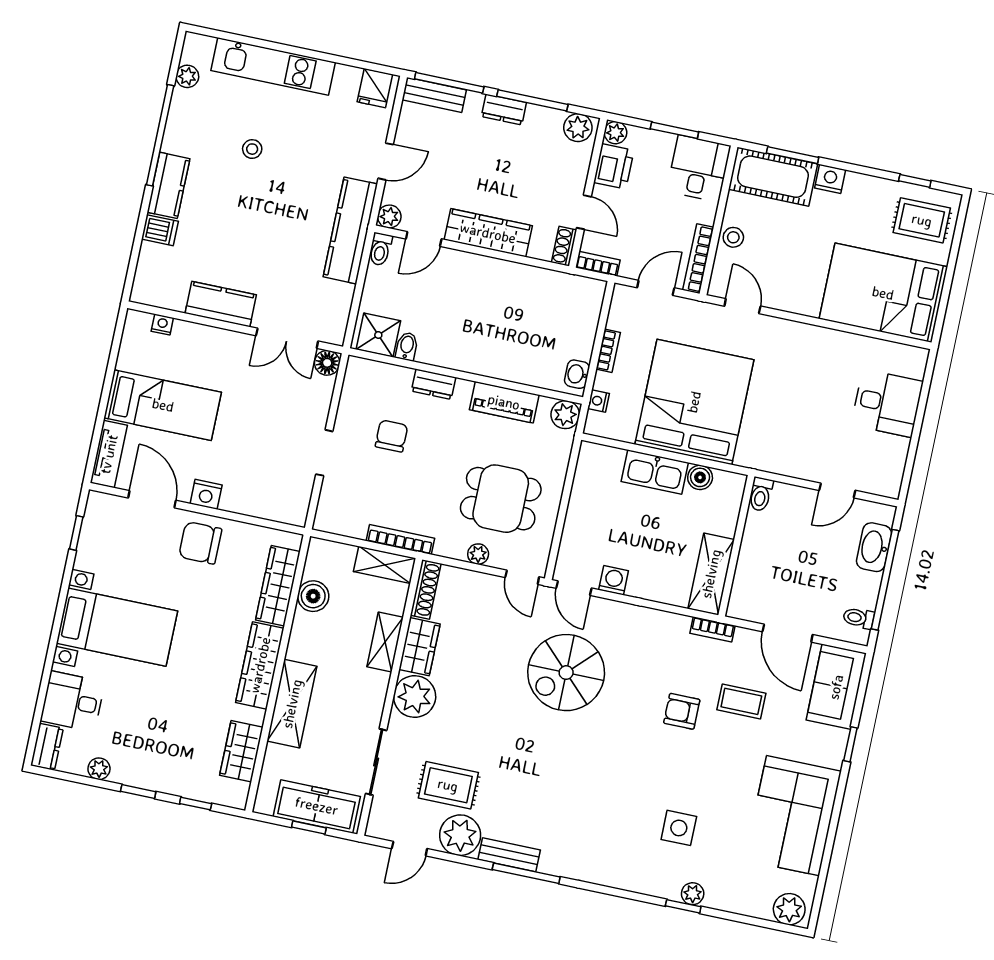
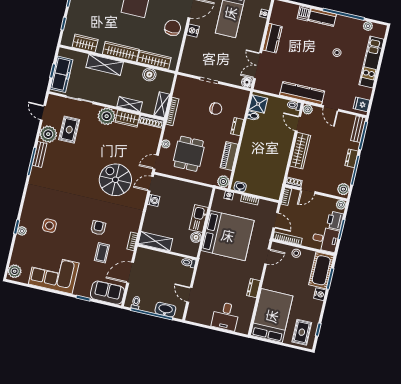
printer: (614, 166) -> (335, 220), moved, turned 90
dresser: (819, 338) -> (253, 288), added

